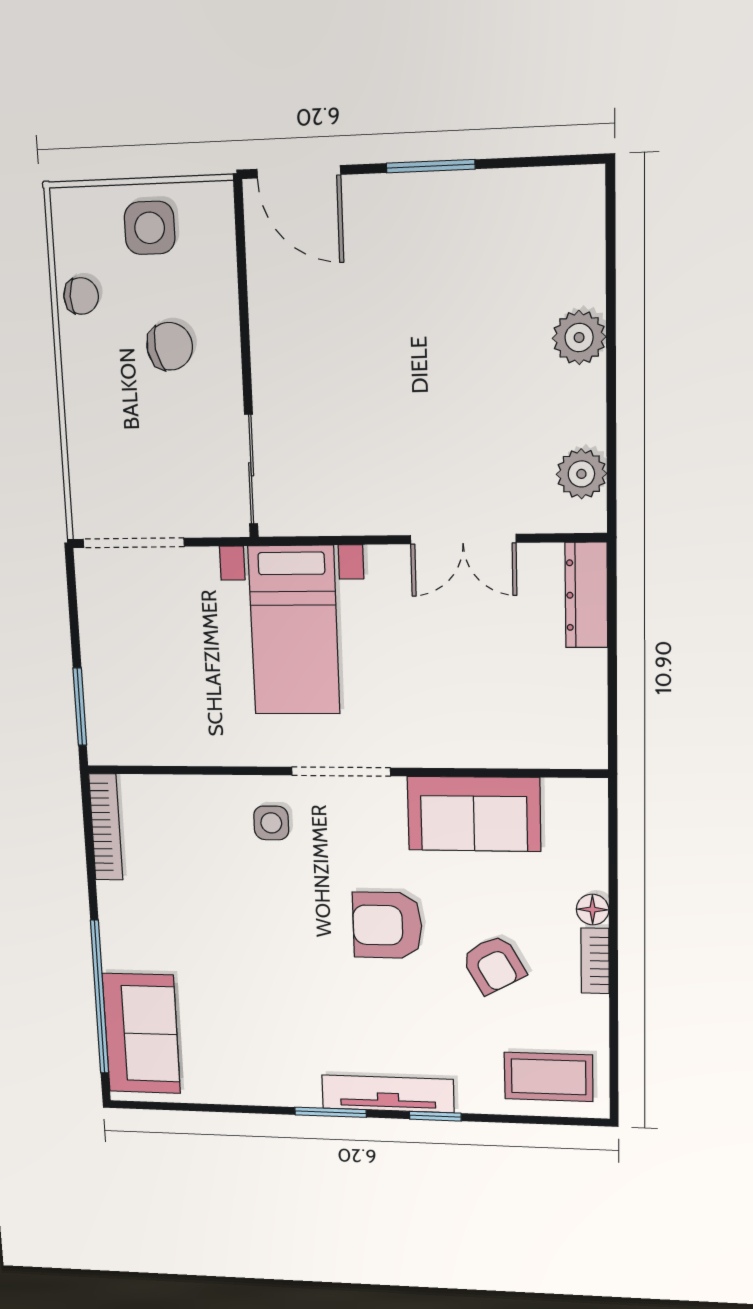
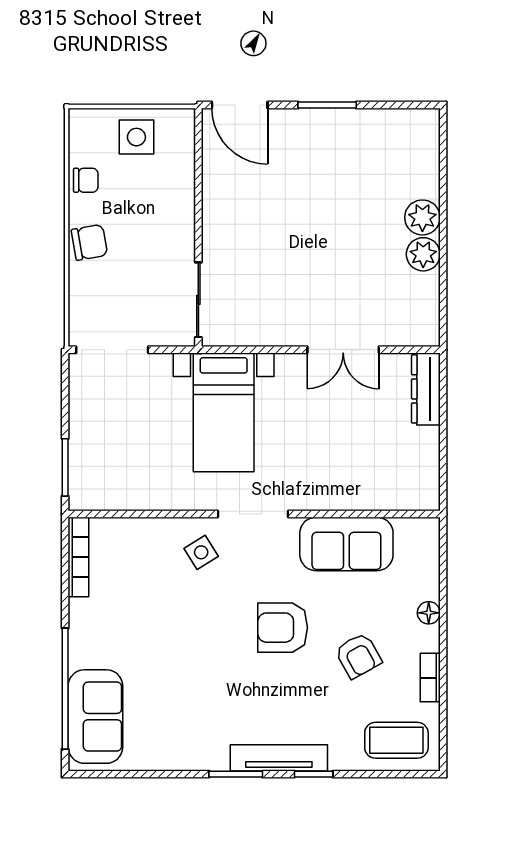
chair: (170, 346) -> (89, 242), moved
plant: (581, 474) -> (423, 254), moved
side table: (271, 823) -> (201, 552), turned -32
bookcase: (595, 961) -> (430, 678), moved

